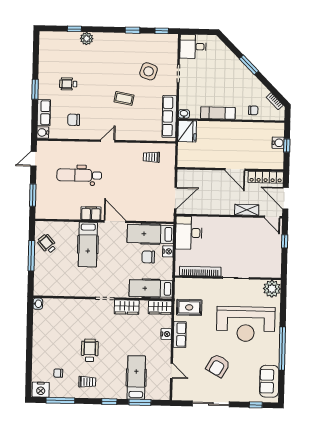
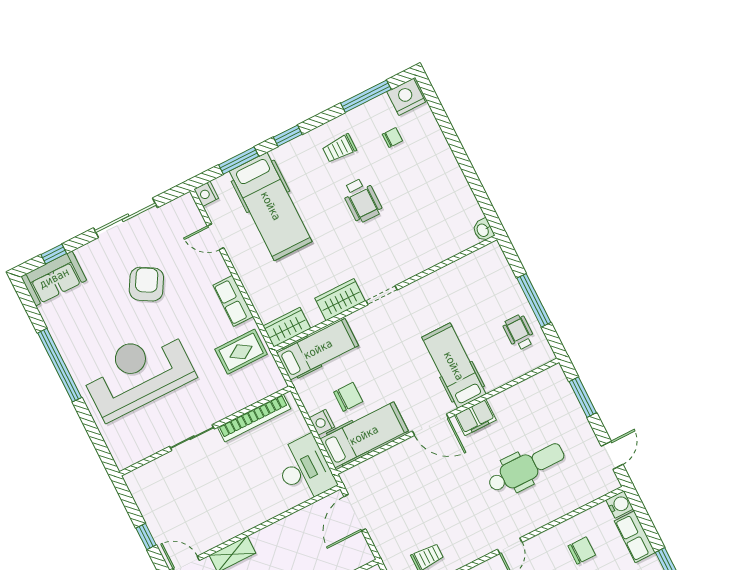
wheelchair: (47, 244) -> (519, 332), turned -139
plant: (272, 289) -> (126, 451), removed
nightstand: (166, 334) -> (206, 194), moved
hospital bed: (136, 378) -> (271, 206), width x1.37, depth x1.29
sofa: (269, 381) -> (54, 278), moved, turned 90

